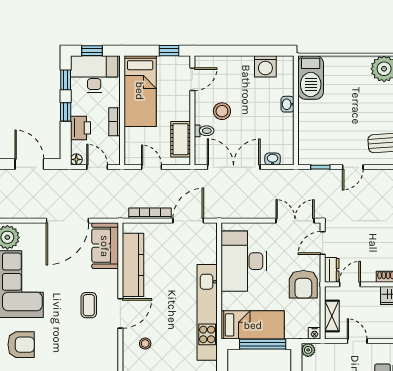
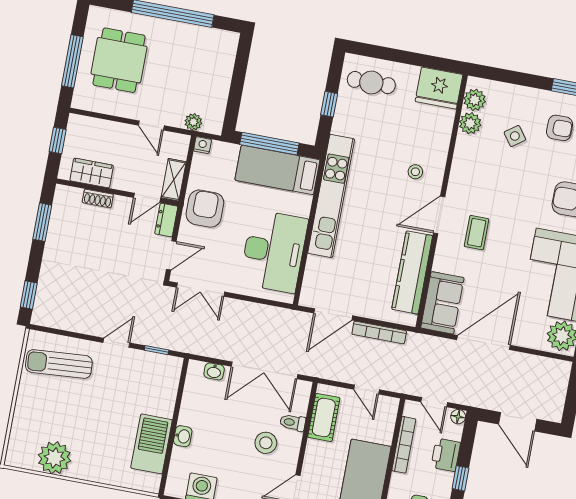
barbecue: (311, 77) -> (152, 444), moved
bookcase: (114, 122) -> (404, 445), width x1.56
shelving: (332, 316) -> (174, 180), moved
plant: (308, 350) -> (193, 122), moved

